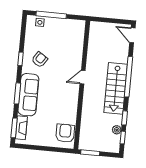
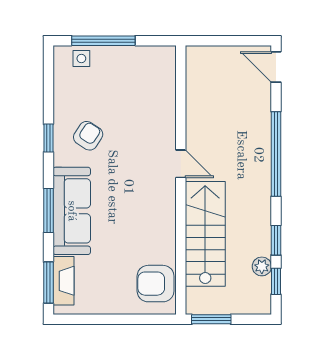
door: (83, 77) -> (181, 164), swing flipped
stairs: (116, 88) -> (205, 234), moved, turned 180
armchair: (65, 133) -> (156, 284), turned -90

